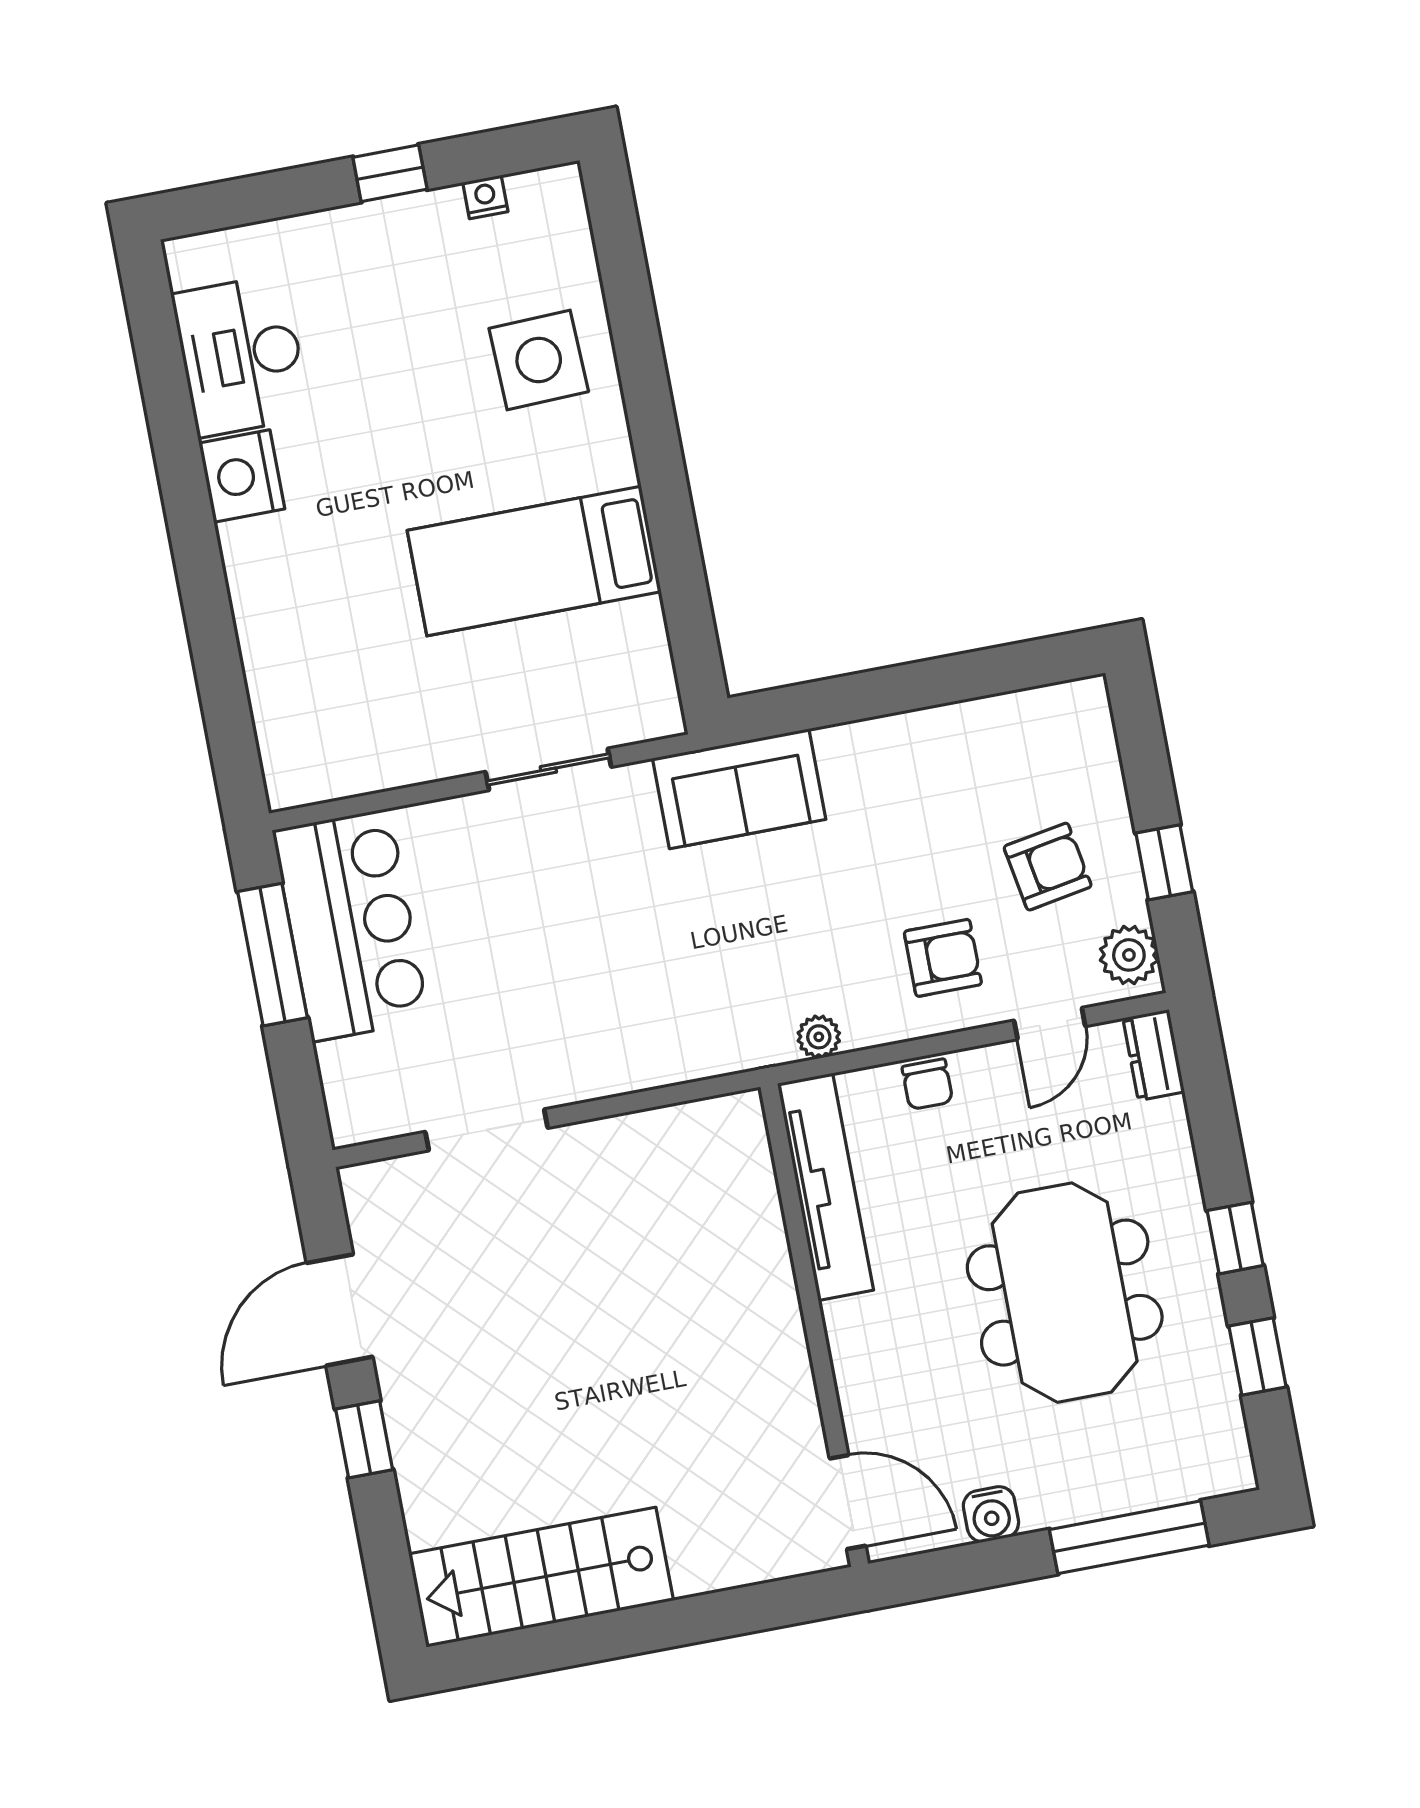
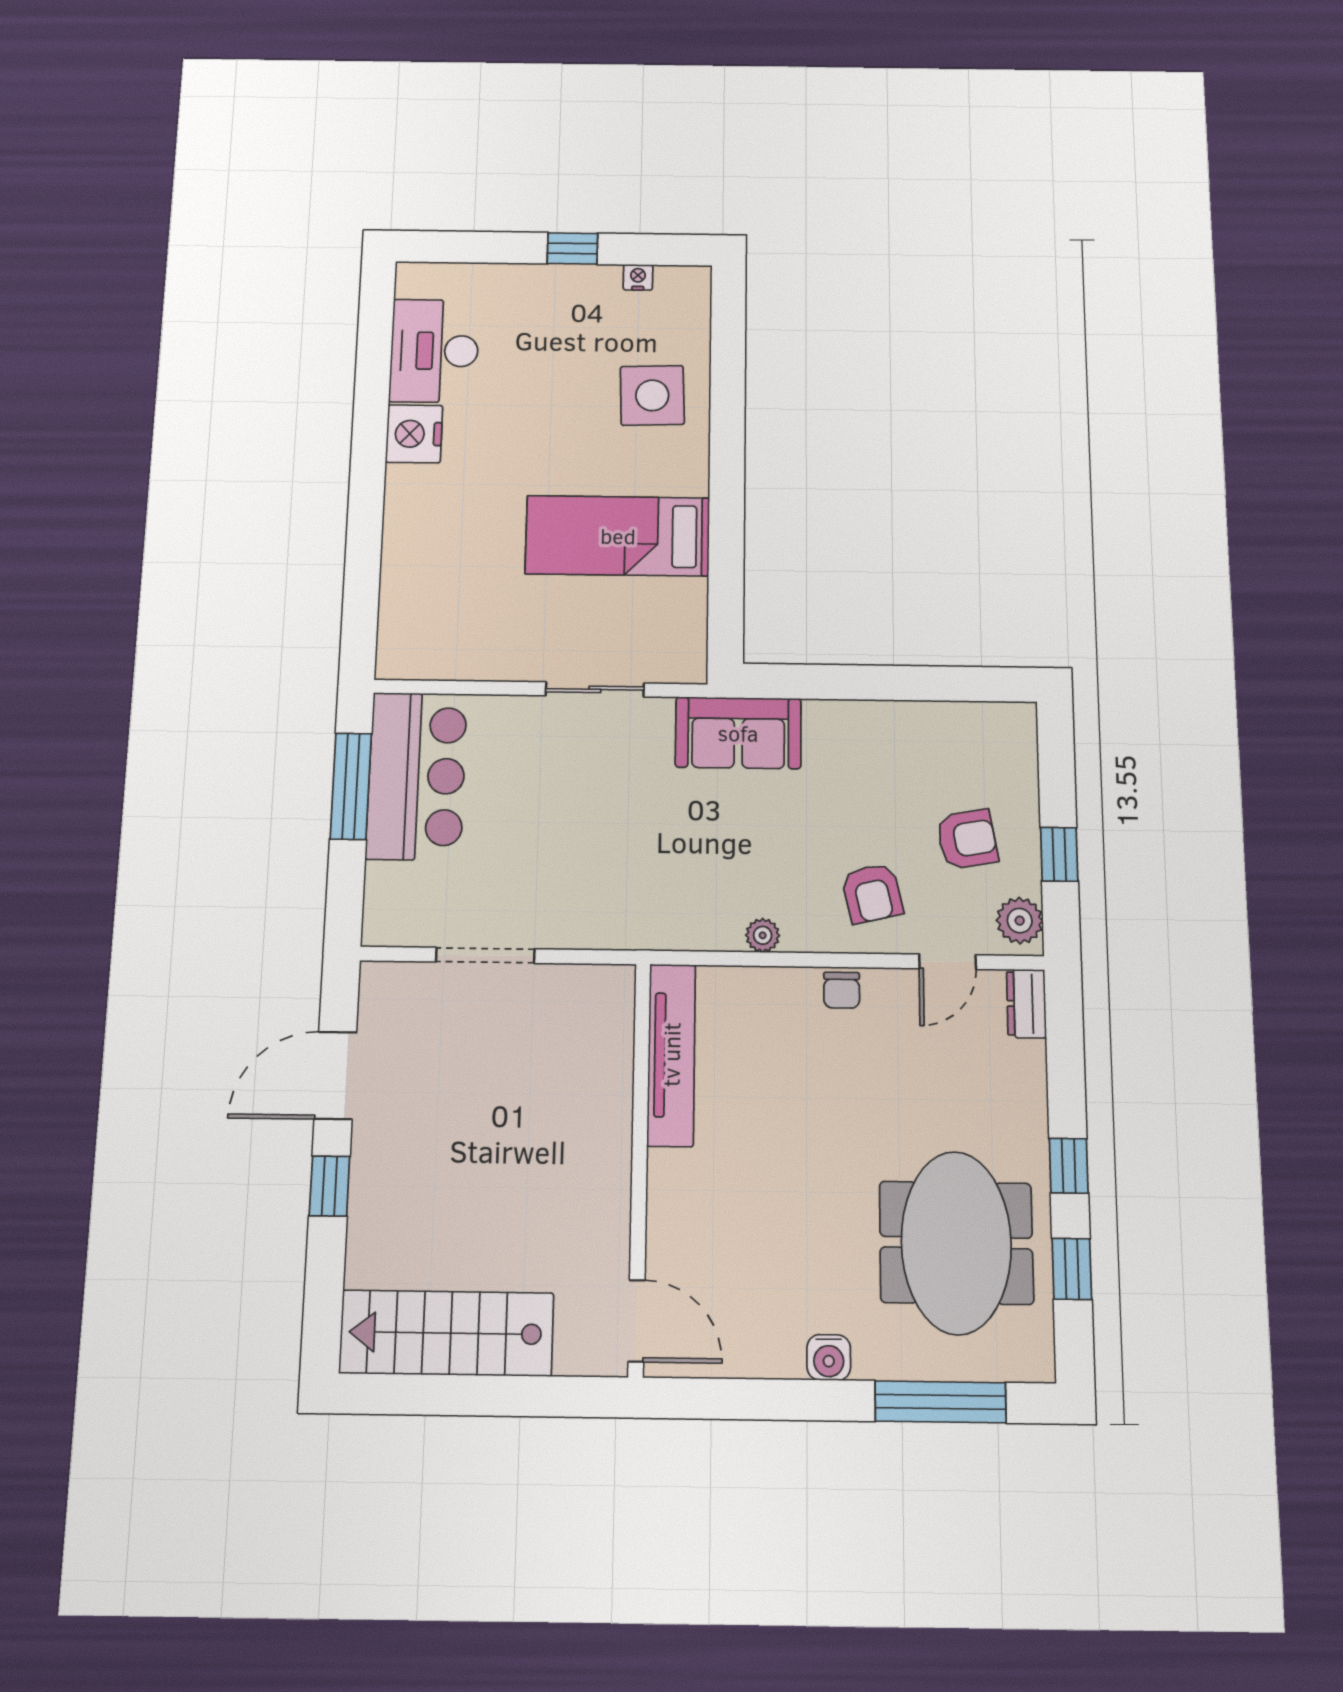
armchair: (943, 958) -> (872, 893), turned 77
tv unit: (825, 1187) -> (671, 1055), moved
meeting table: (1065, 1293) -> (956, 1243), moved
wall: (814, 1325) -> (639, 1166), moved
door: (848, 1502) -> (637, 1321), moved

